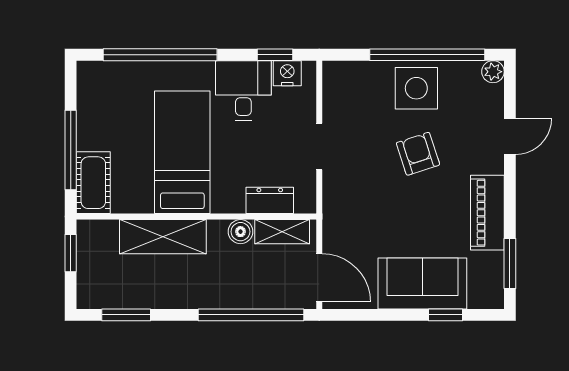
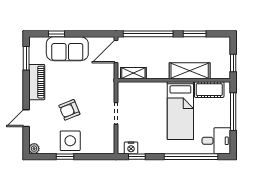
window: (427, 55) -> (65, 157), width x0.32
desk: (243, 90) -> (216, 141), moved, turned -90
armchair: (418, 154) -> (69, 110), turned 86
cot: (93, 183) -> (209, 90), moved, turned 90
dresser: (270, 200) -> (139, 88), removed
boiler: (240, 232) -> (153, 73), removed
door: (319, 278) -> (116, 51), hinge flipped
window: (126, 315) -> (195, 34), moved

